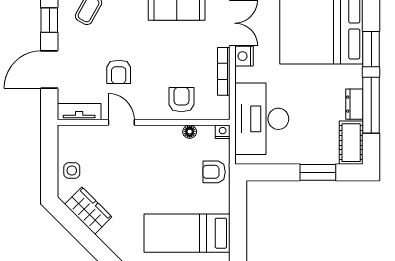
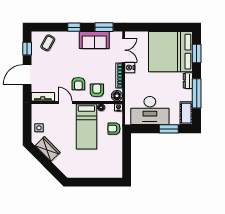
window: (371, 49) -> (197, 53), moved
armchair: (119, 72) -> (78, 84), moved
dresser: (354, 104) -> (188, 81), moved
floor lamp: (220, 110) -> (117, 96), added
desk: (262, 119) -> (150, 110), moved, turned -90
bed: (187, 233) -> (86, 126), moved, turned -90

